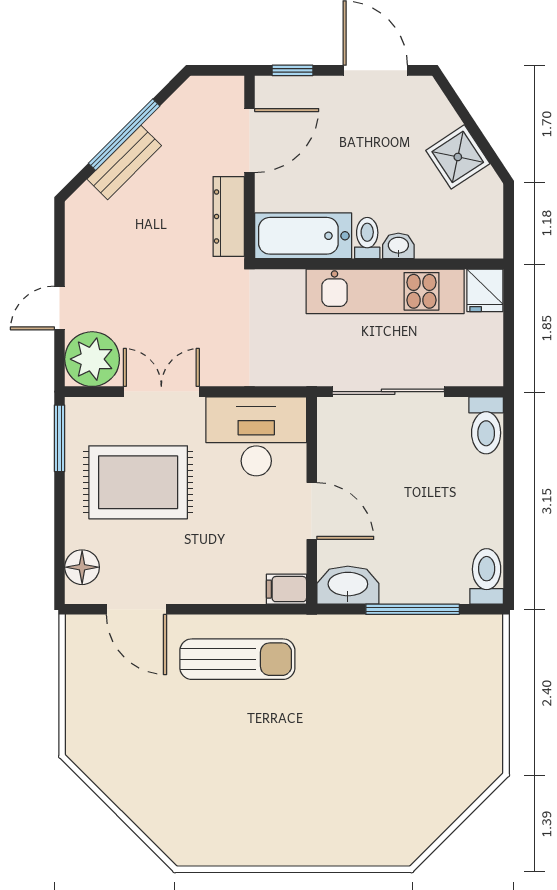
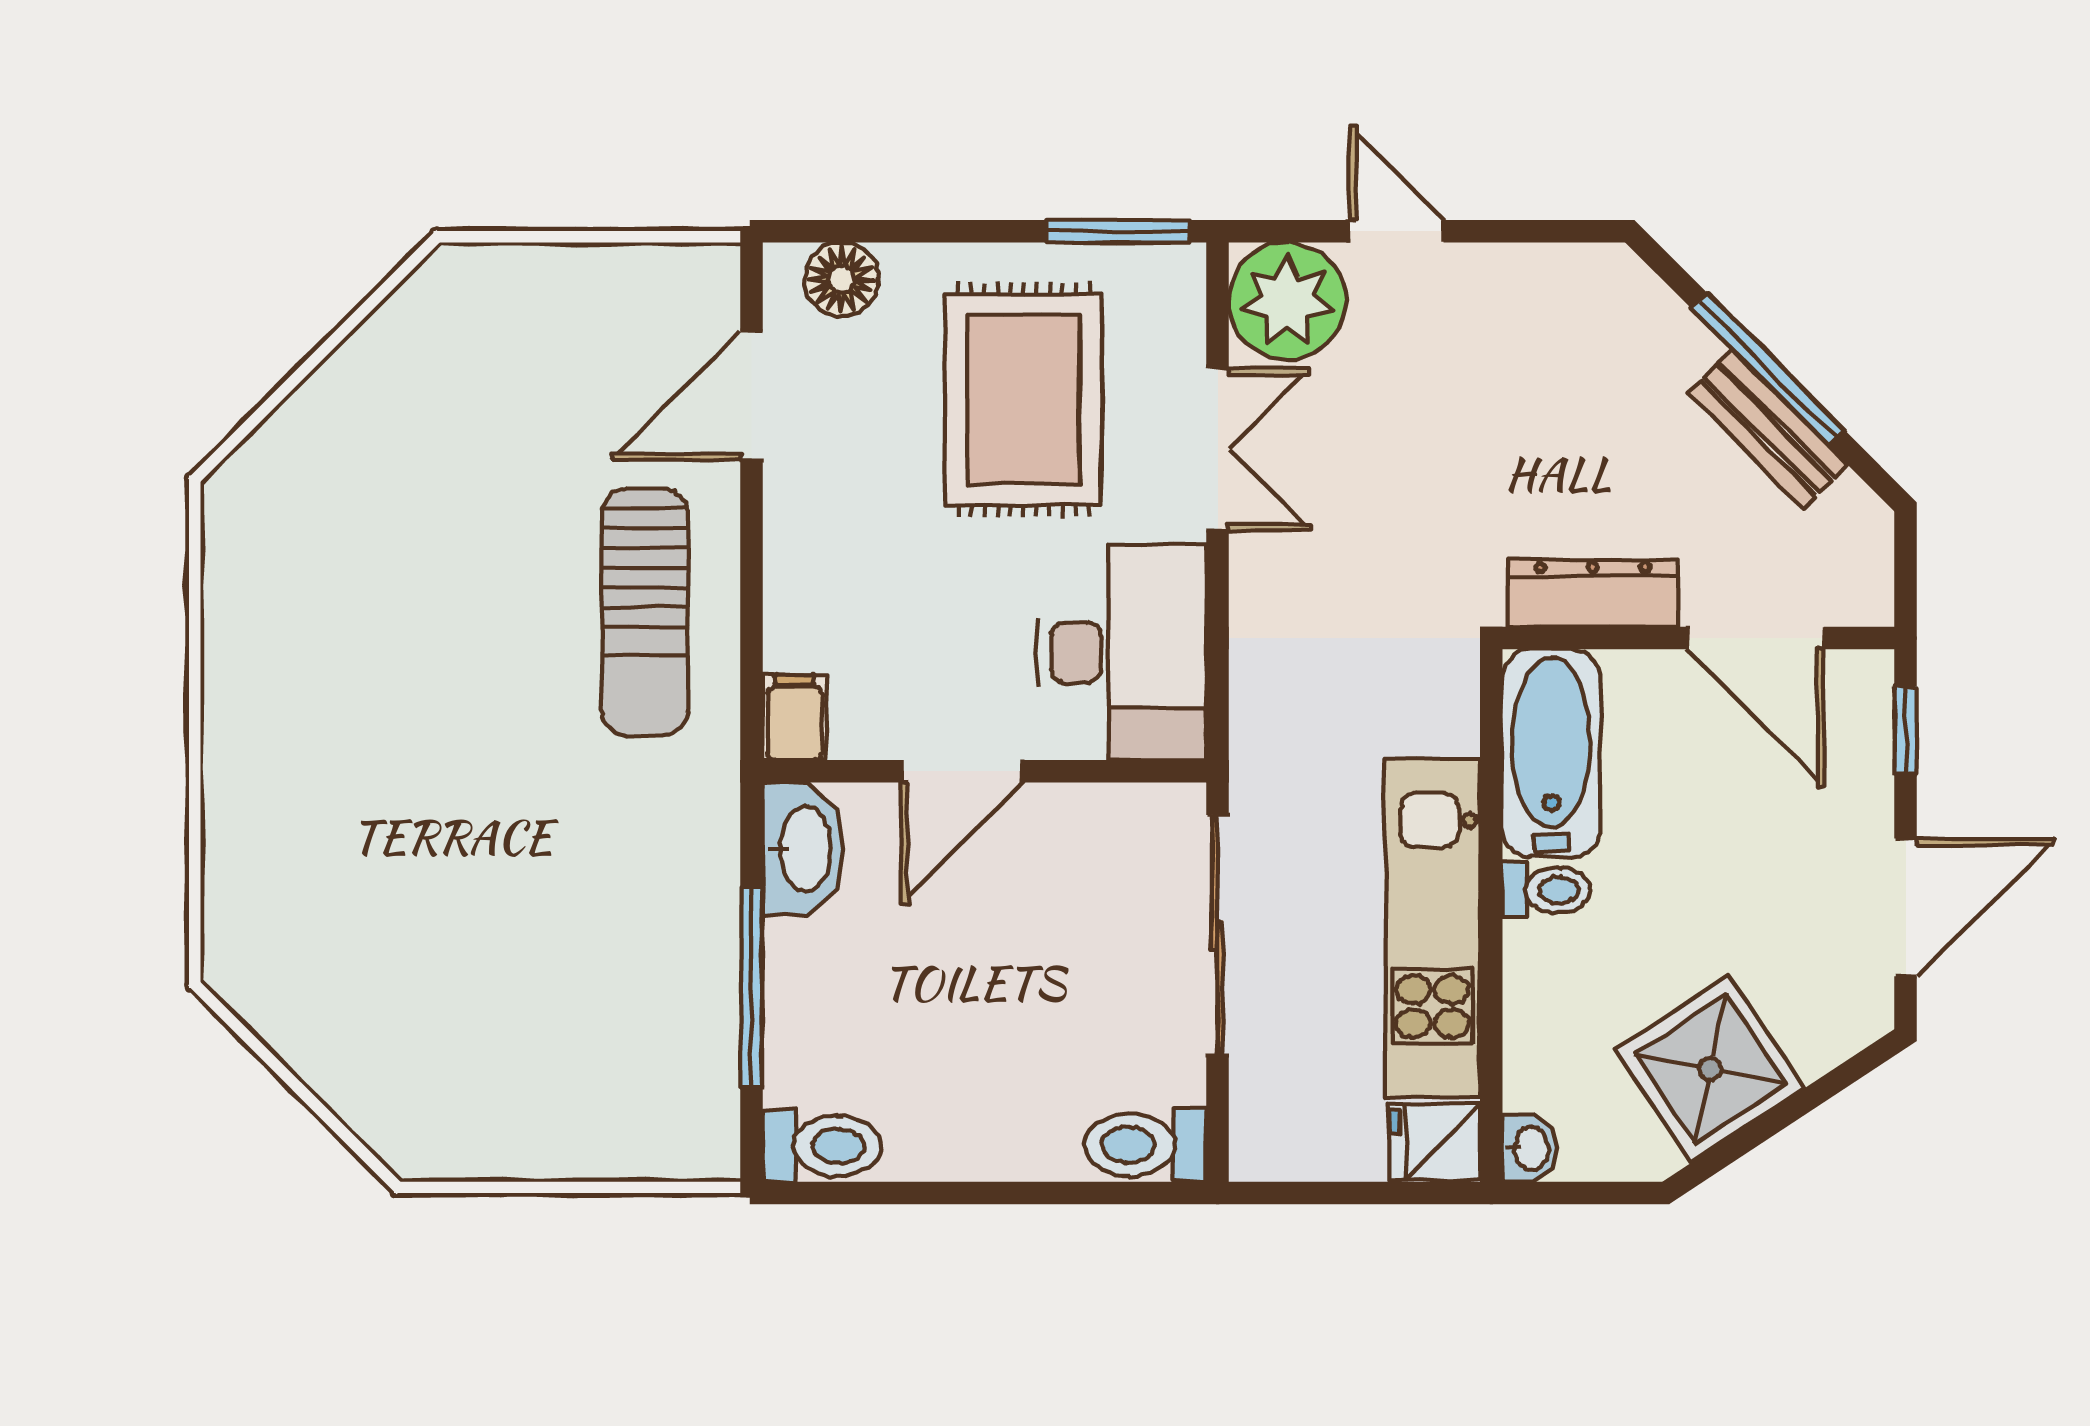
shower: (458, 157) -> (1710, 1069), width x1.36, depth x1.36
bench: (124, 162) -> (1768, 429), moved
washbasin: (398, 246) -> (1530, 1148), moved

